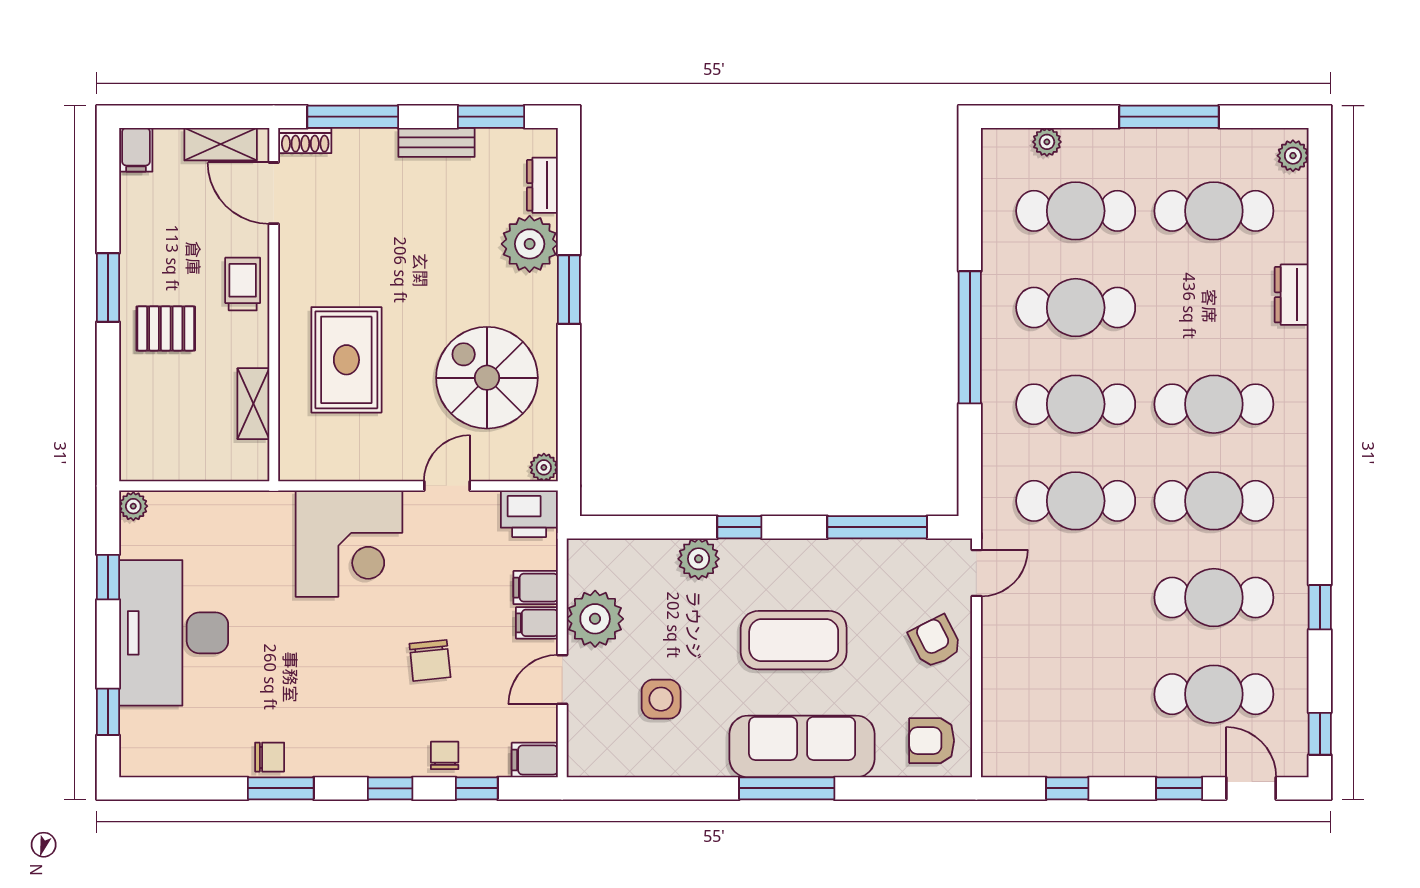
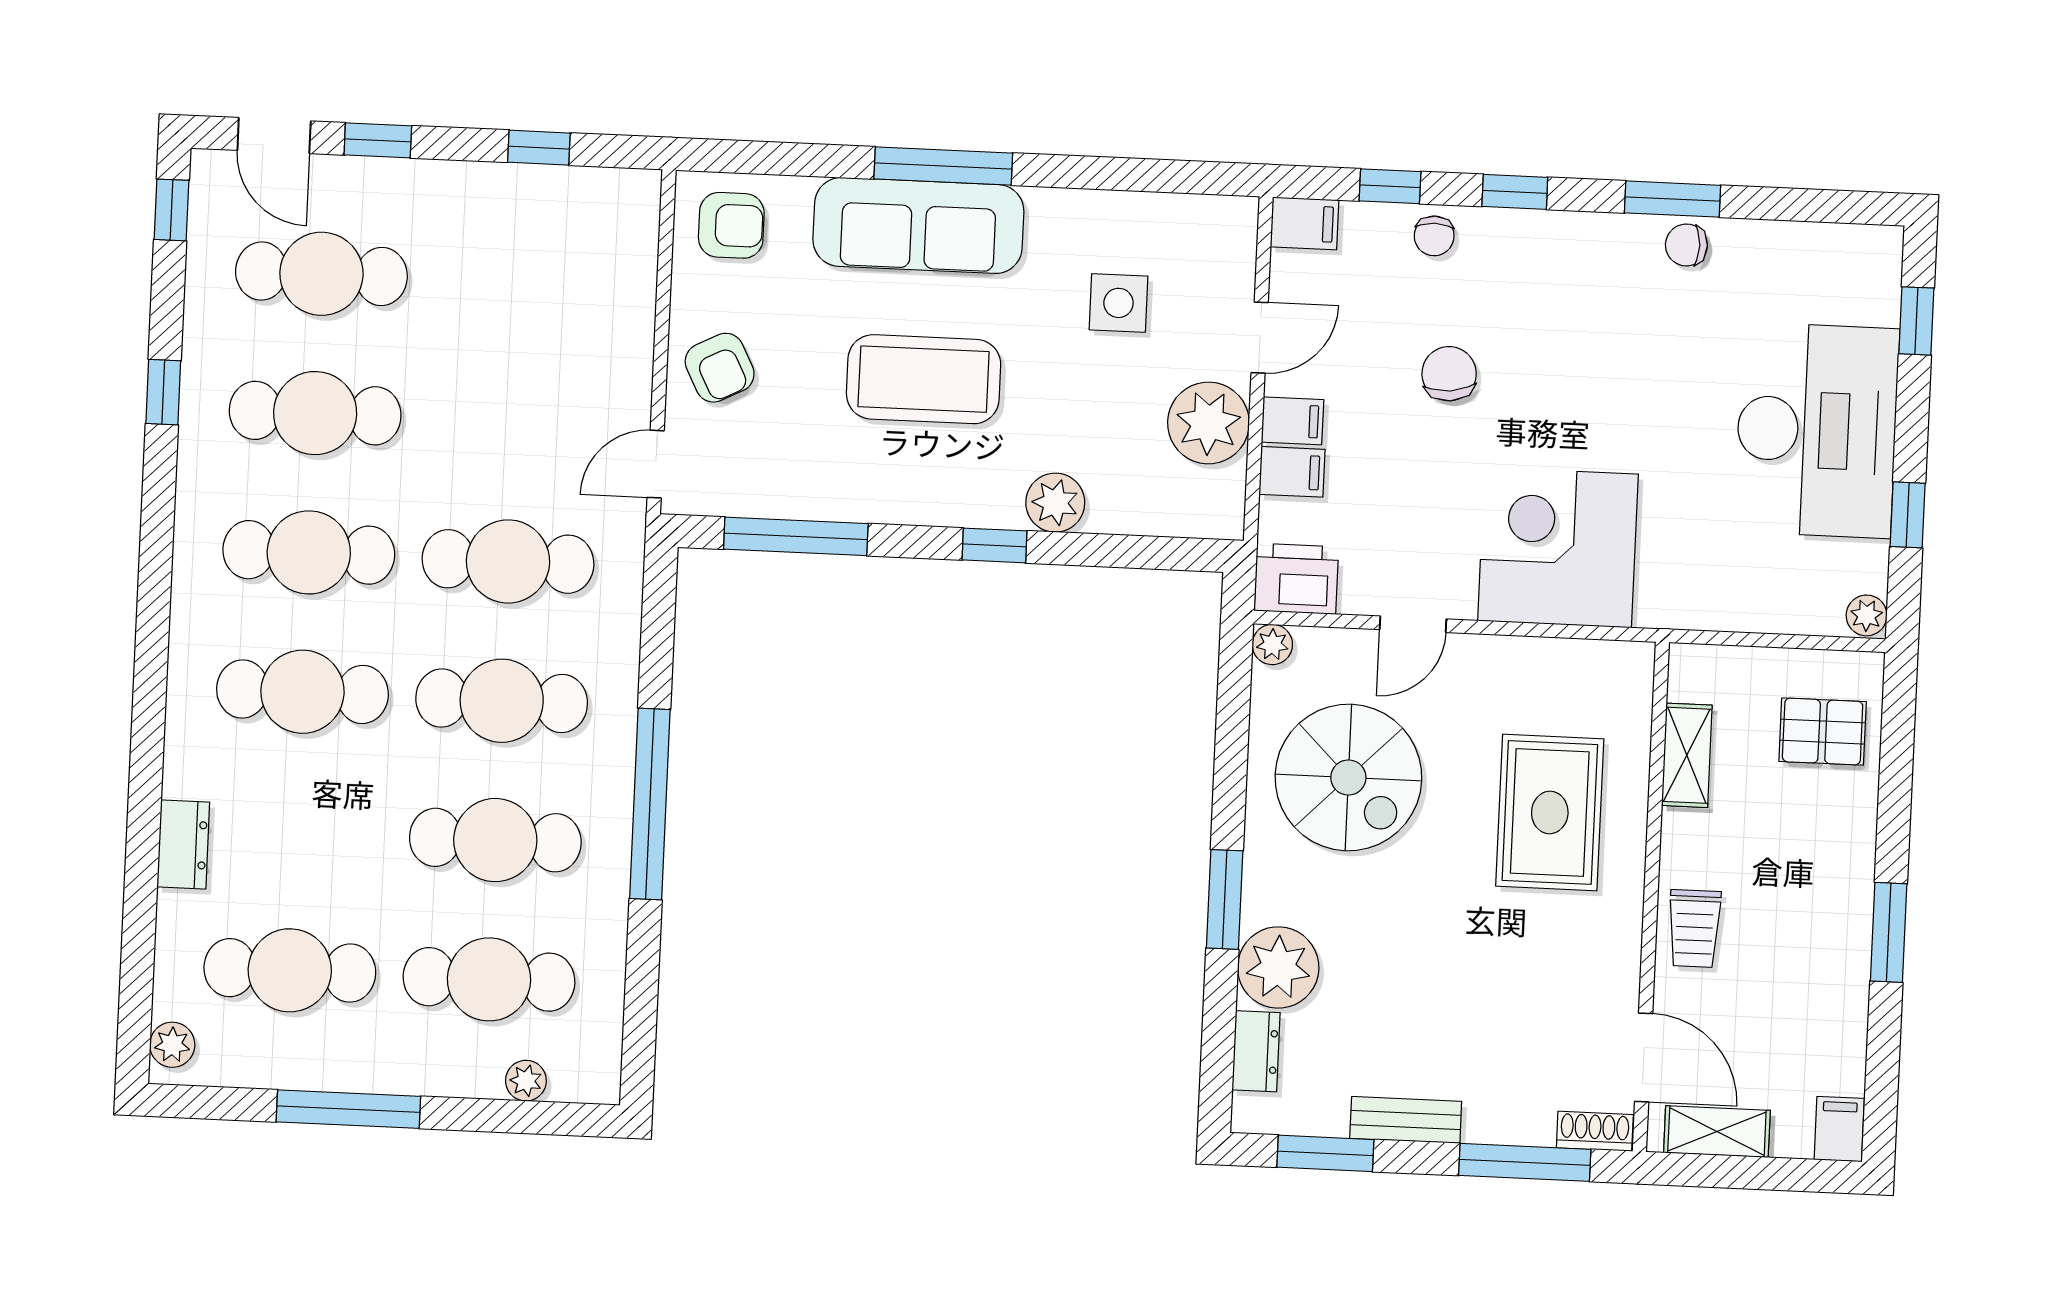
pallet: (166, 328) -> (1823, 732), moved

